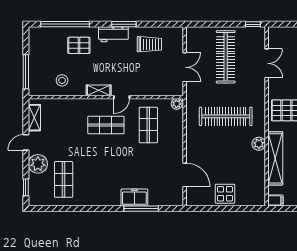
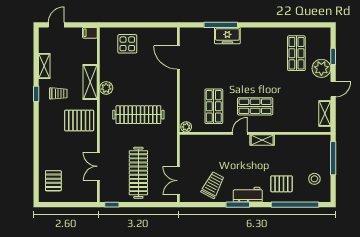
trolley: (149, 44) -> (213, 185), turned 118
double door: (185, 67) -> (178, 181), moved
stool: (62, 80) -> (314, 179), moved
shelving: (275, 158) -> (90, 82), width x0.68
window: (26, 187) -> (333, 56), moved
display table: (225, 194) -> (127, 44), moved

